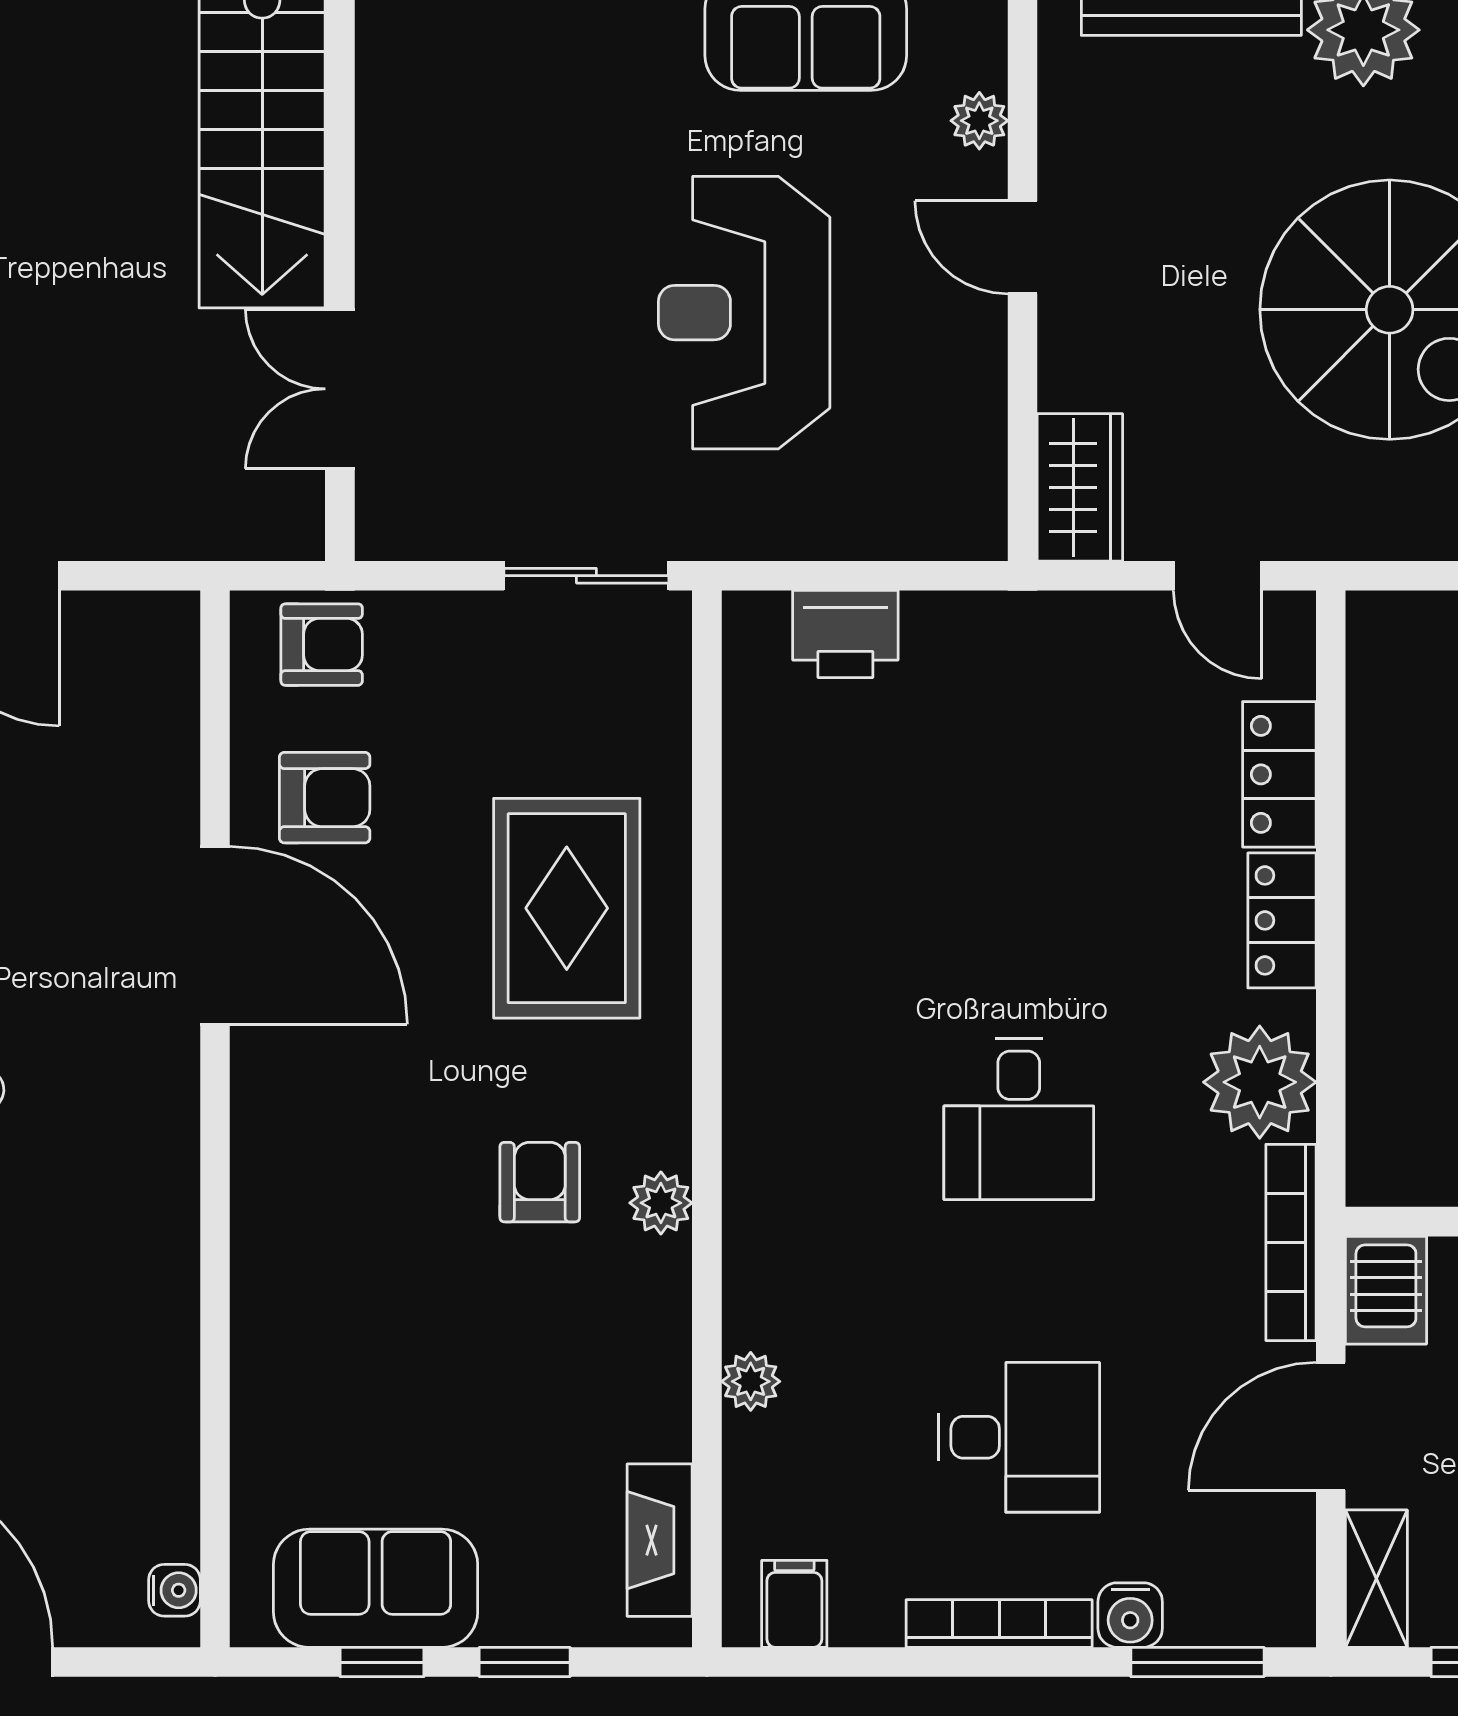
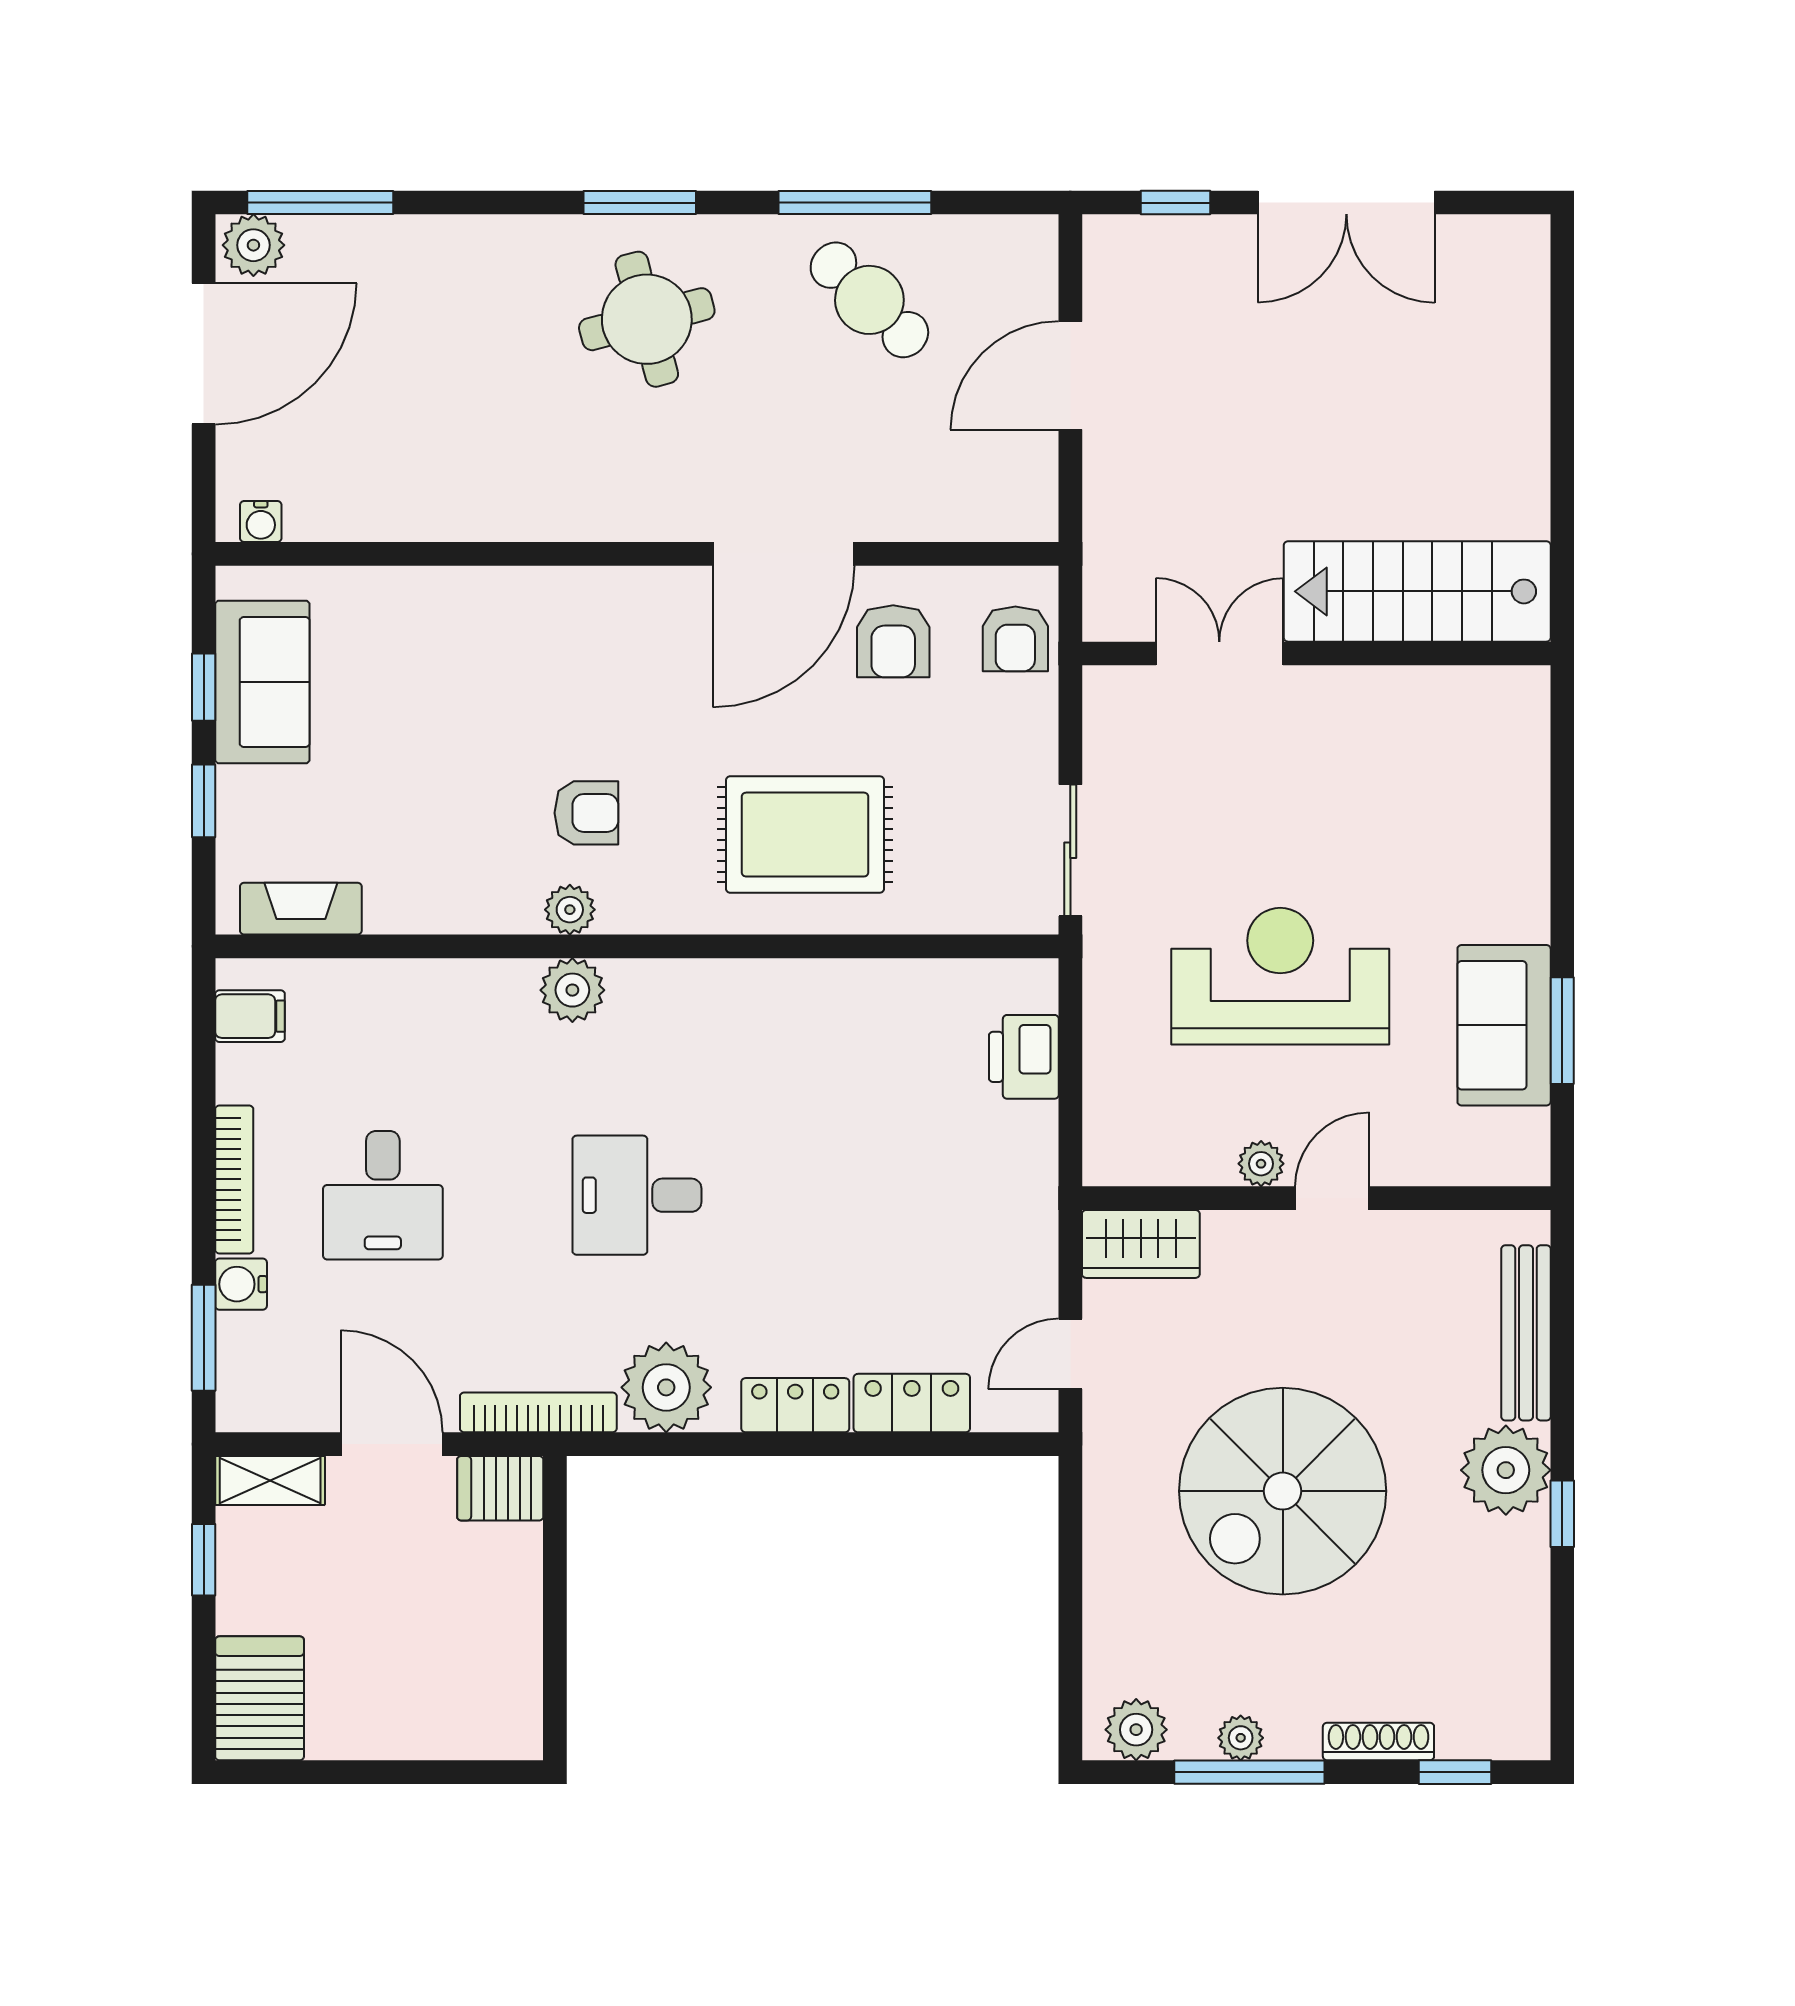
plant: (979, 121) -> (1261, 1164), moved
plant: (751, 1381) -> (572, 990), moved, width x1.38, depth x1.38

